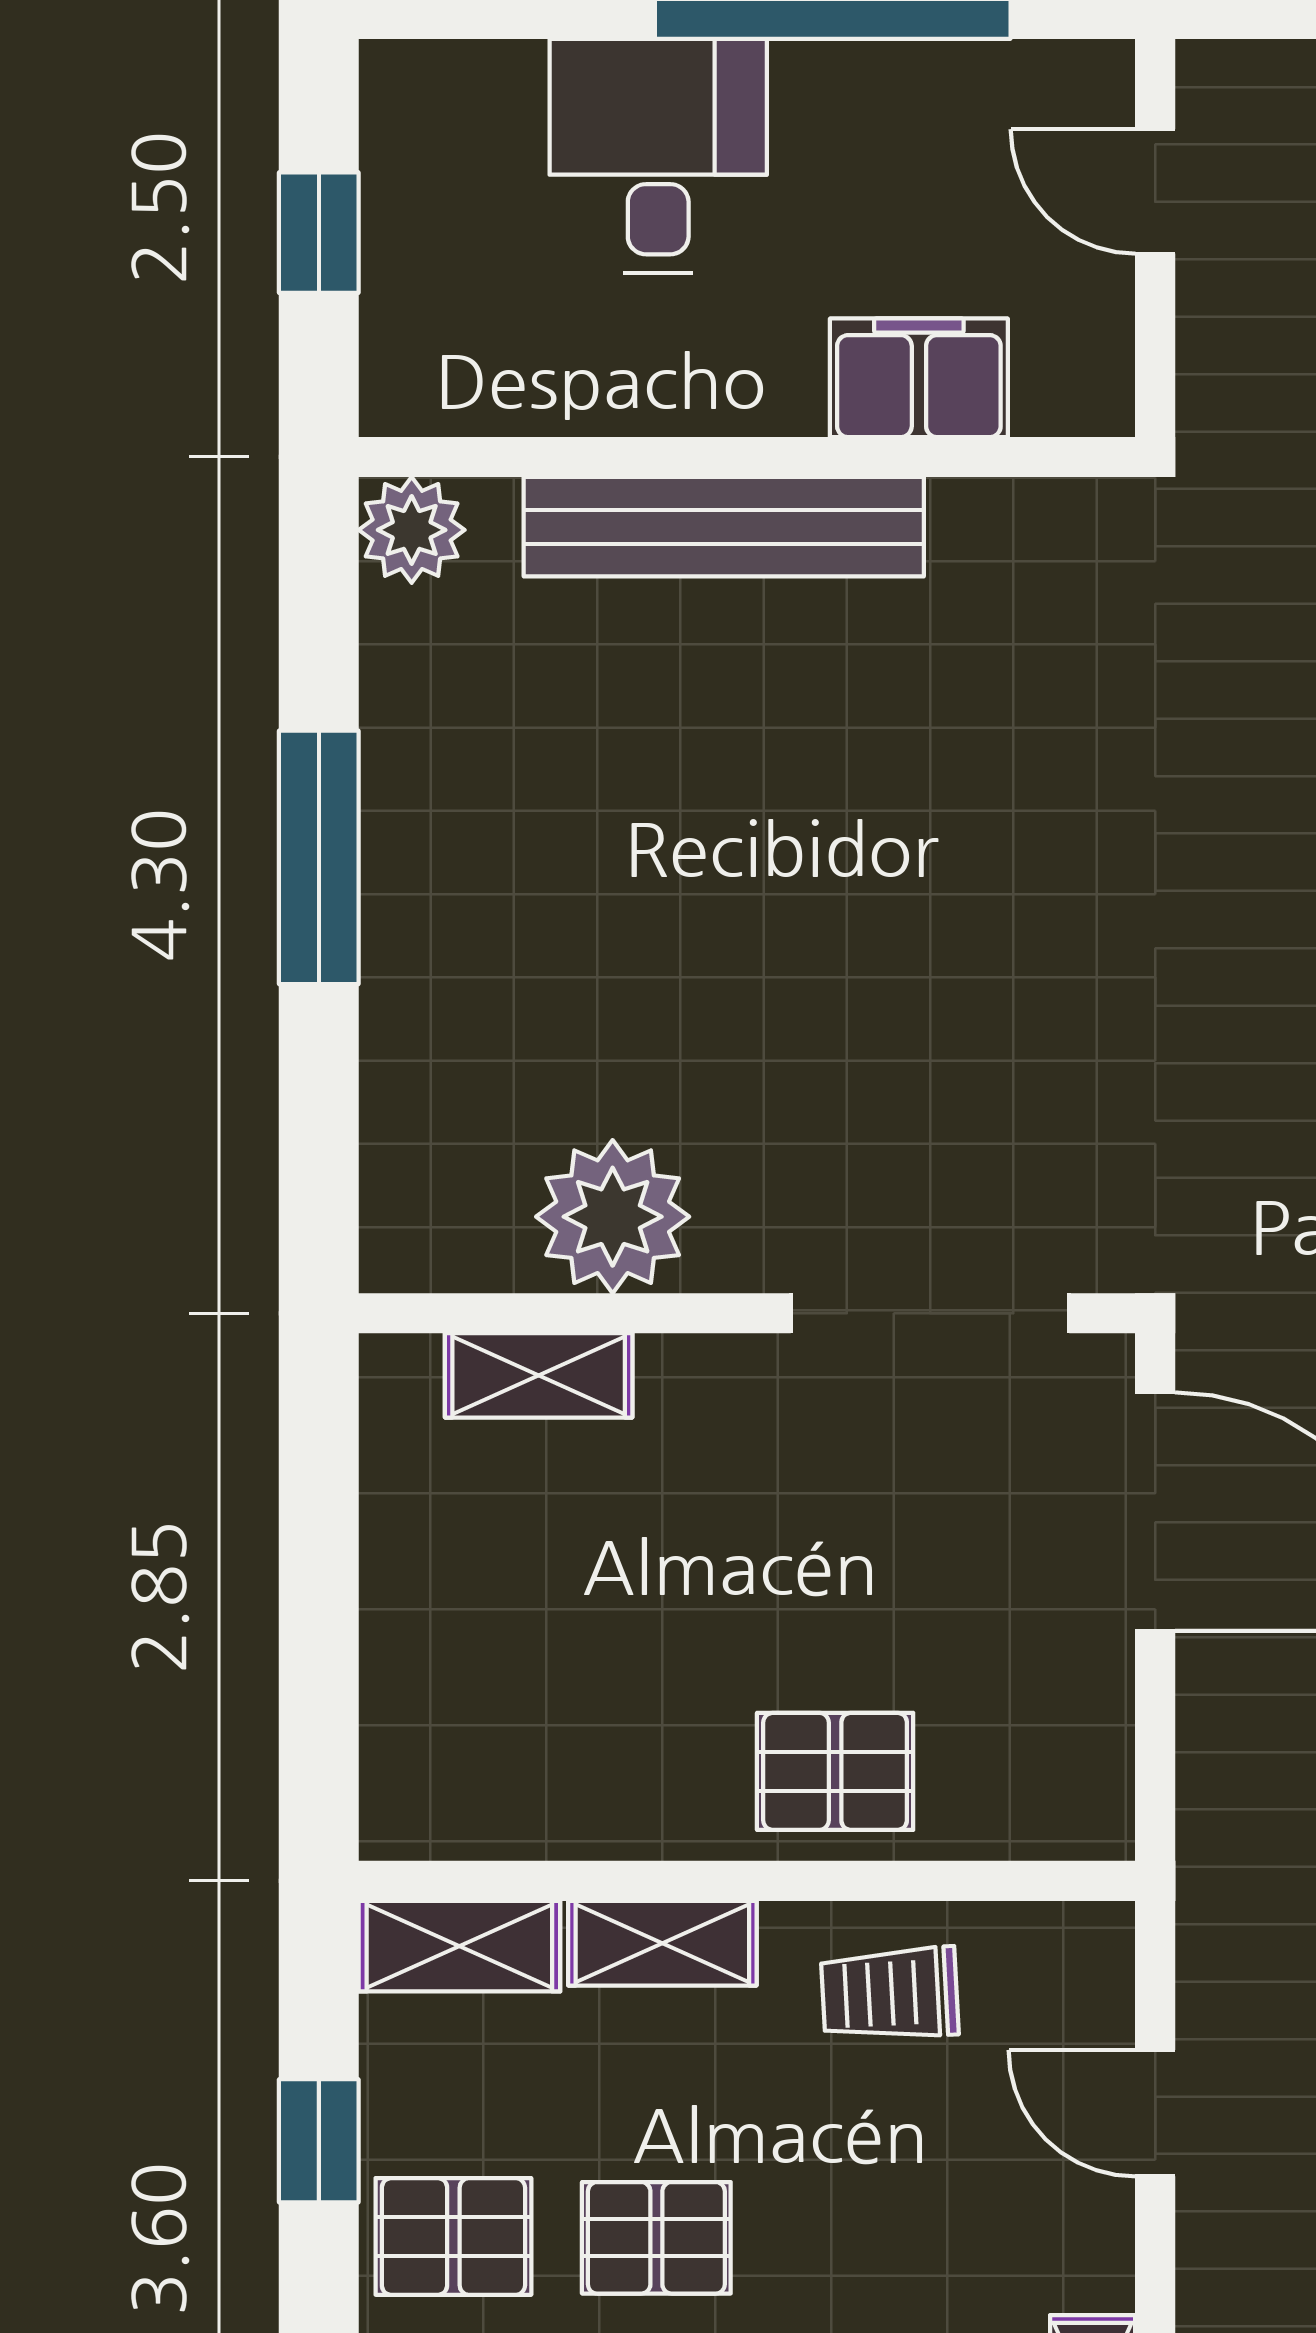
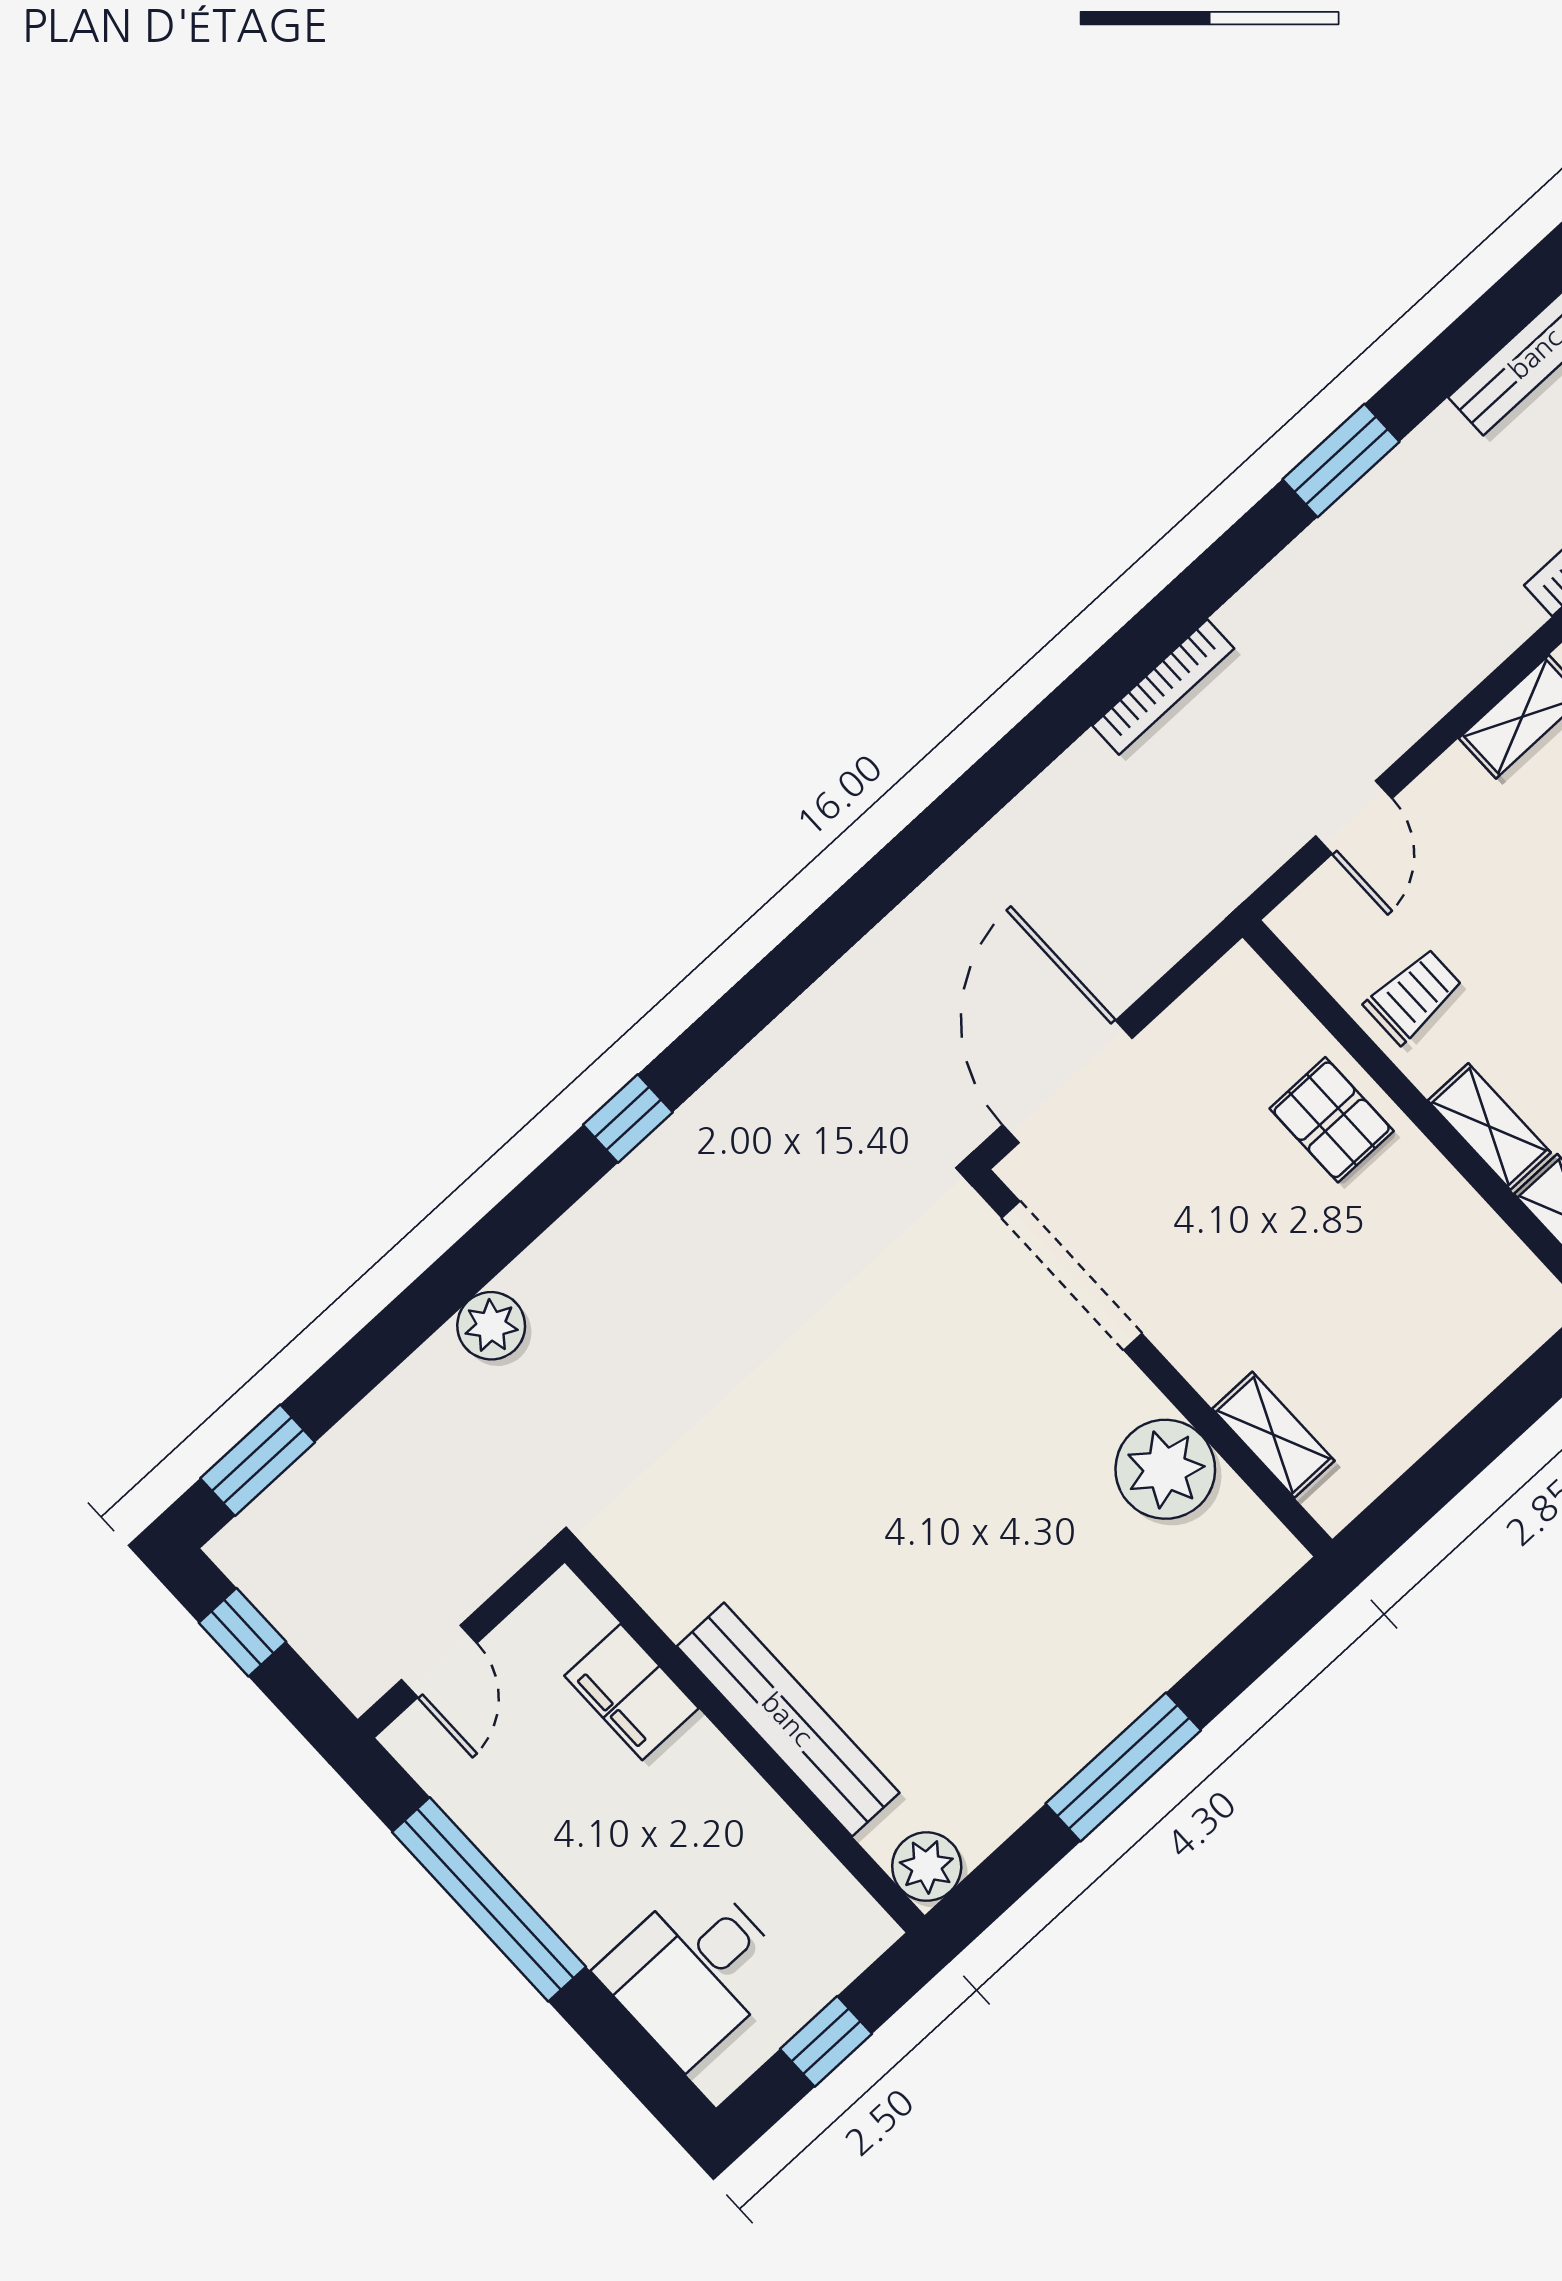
desk: (658, 156) -> (694, 1971), moved
trolley: (890, 1994) -> (1413, 996), turned -87

